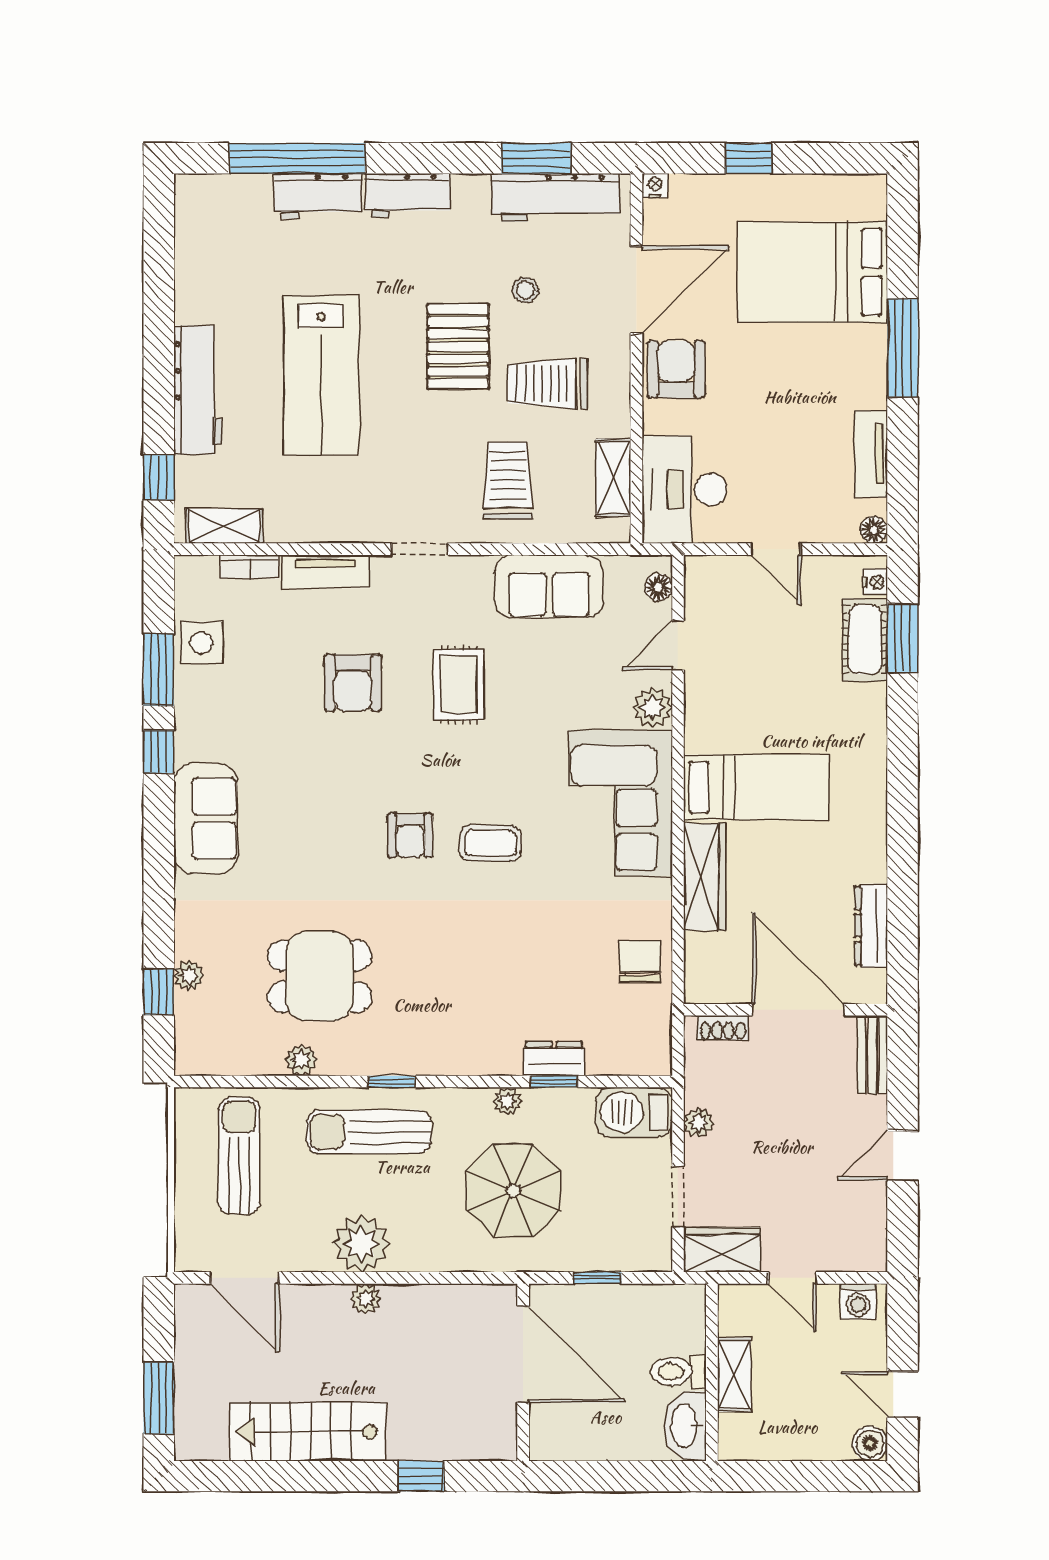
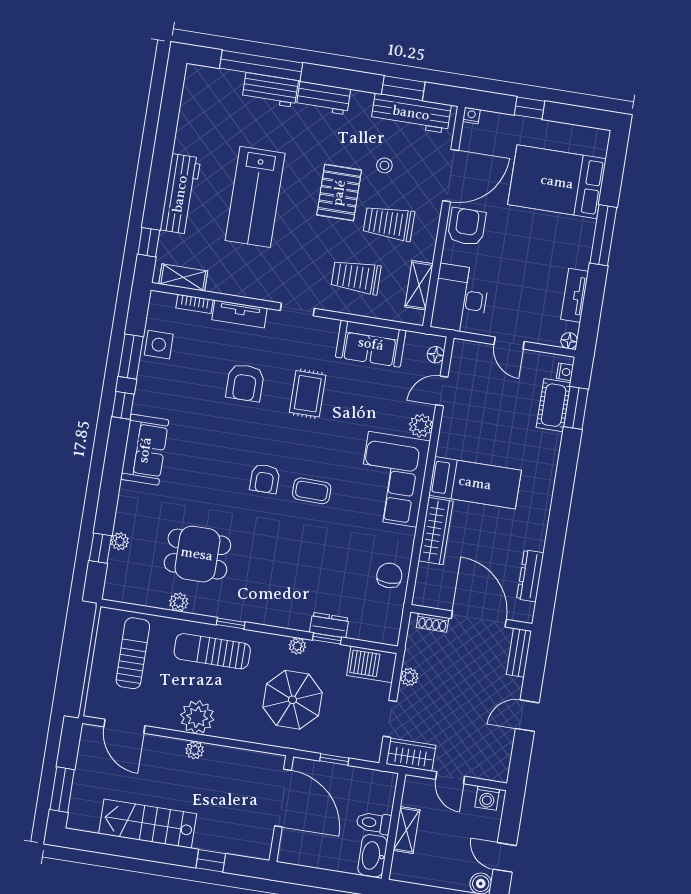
trolley: (508, 481) -> (356, 277), turned -90

